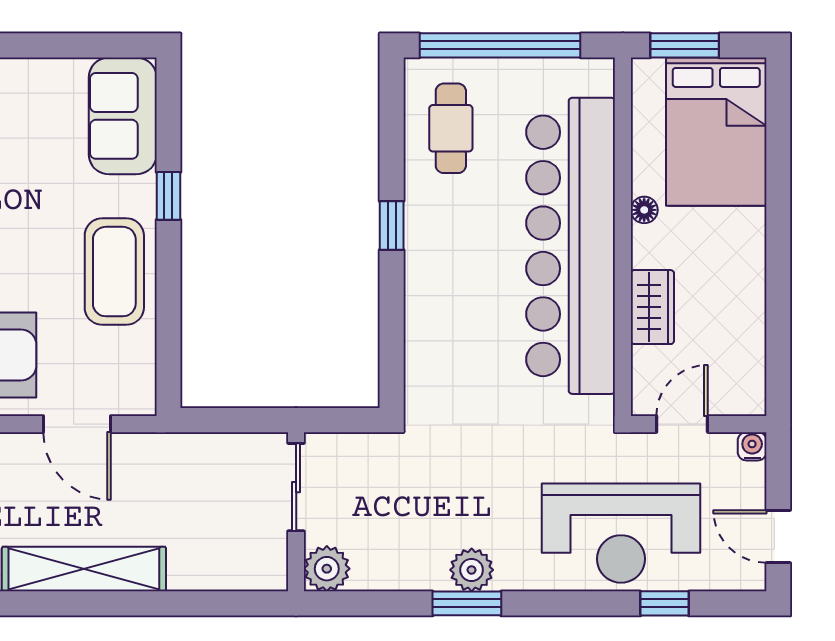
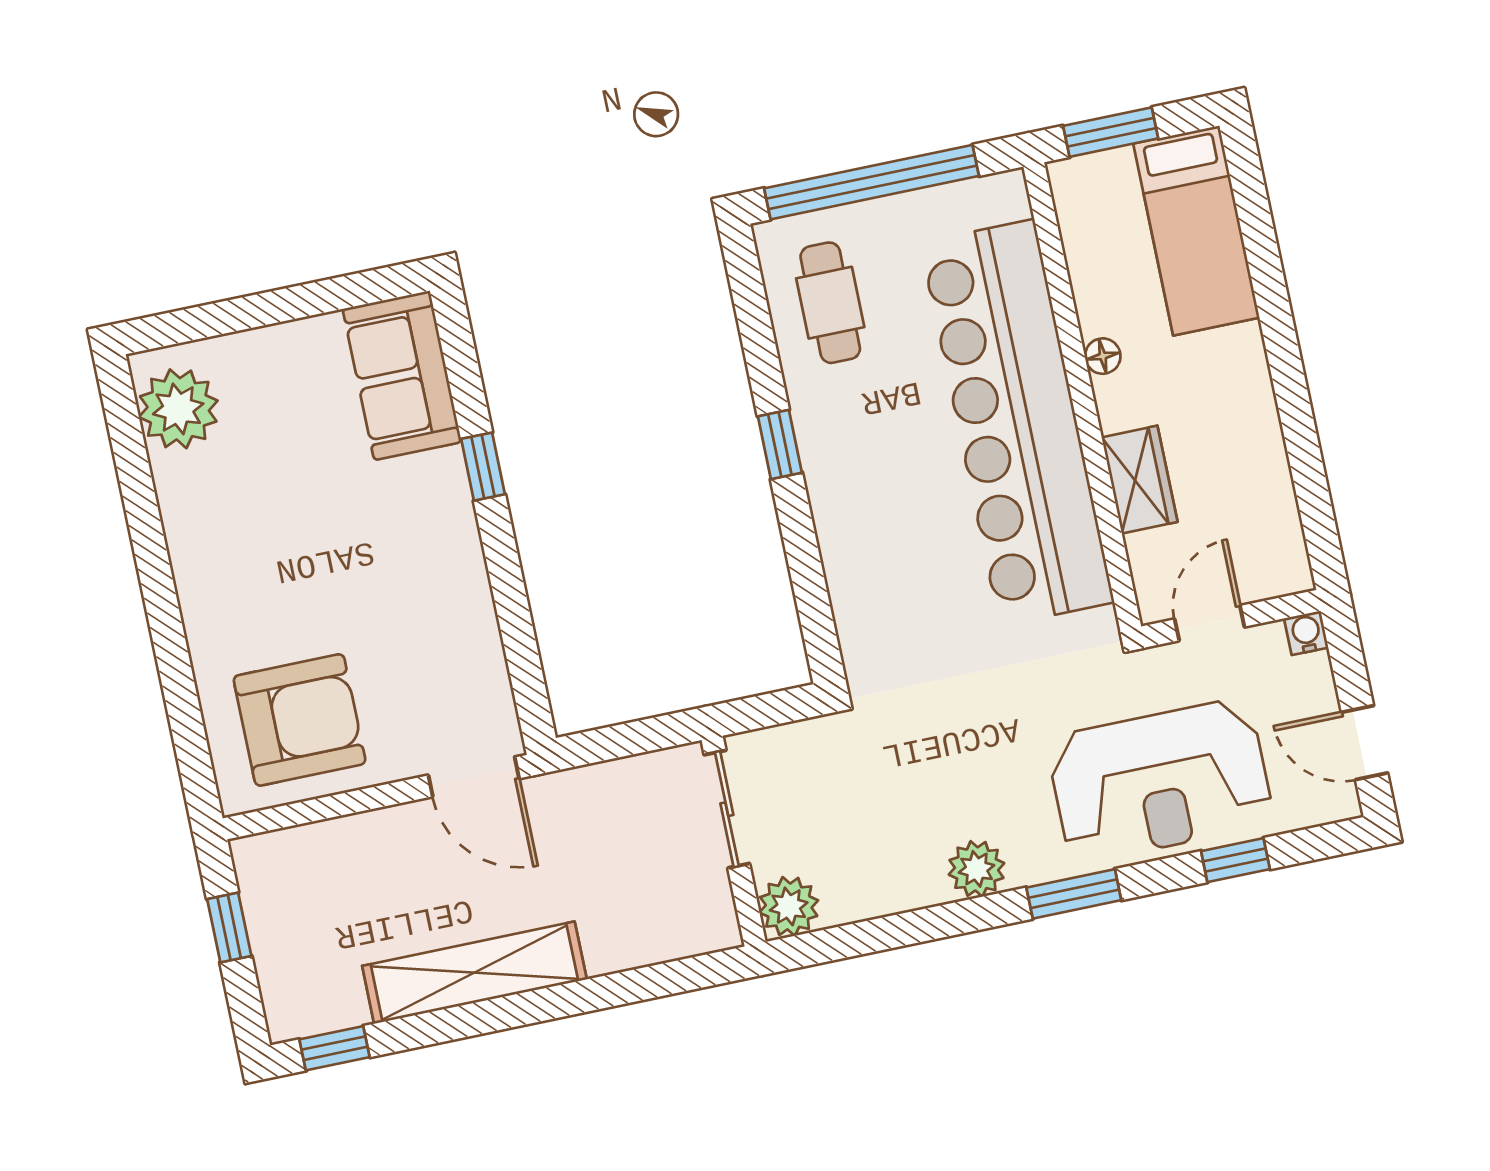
bed: (716, 132) -> (1196, 231), width x0.67
coffee table: (114, 272) -> (433, 579), removed
door: (77, 424) -> (474, 777), moved
window: (467, 603) -> (1074, 894), moved

